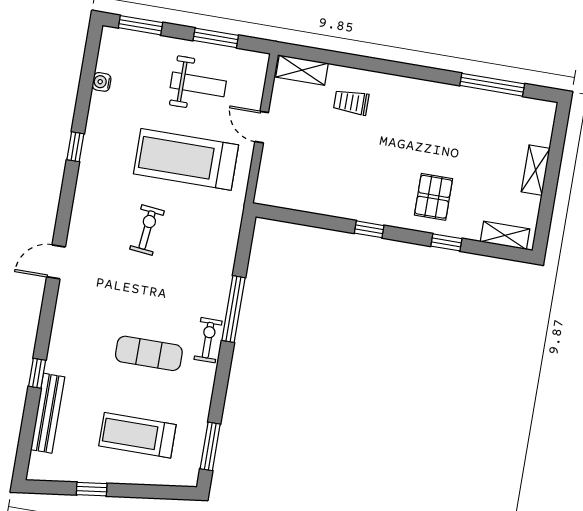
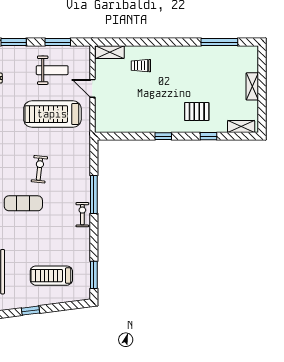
pallet: (433, 197) -> (197, 111), turned 90
exercise bike: (147, 230) -> (39, 169), moved
exercise mat: (149, 353) -> (23, 203), moved

